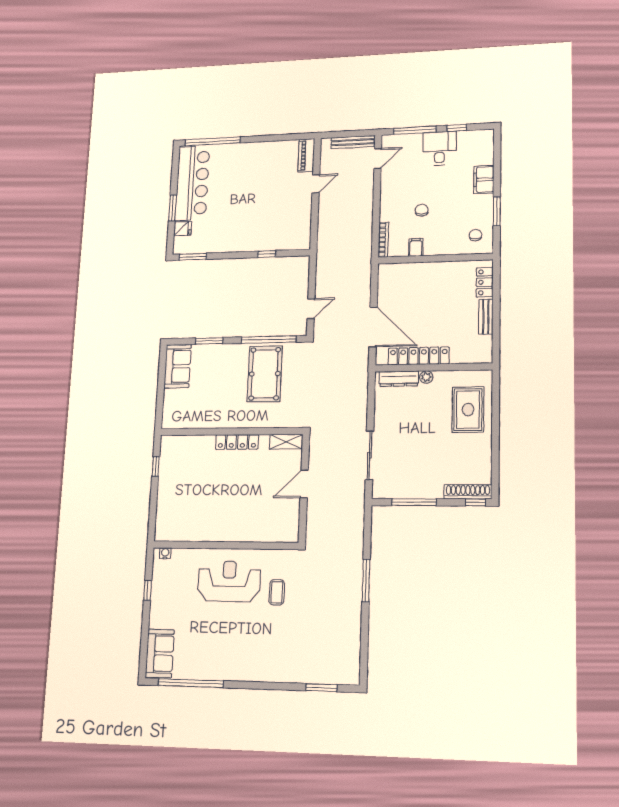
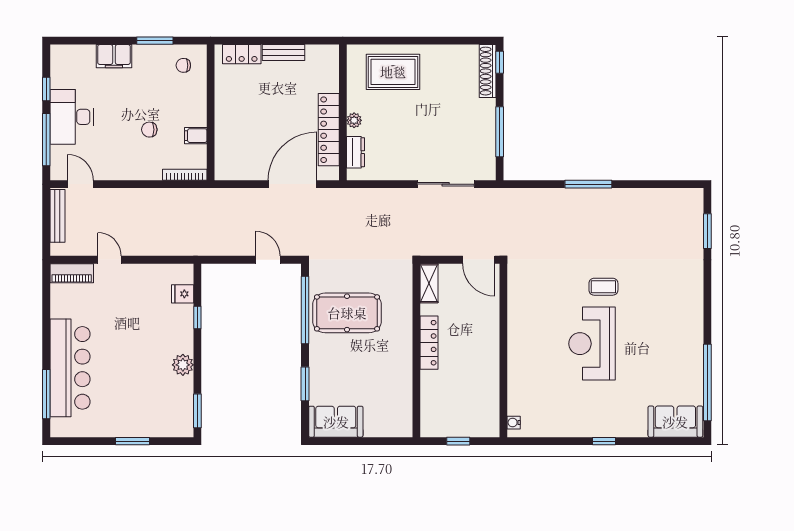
window: (213, 141) -> (46, 394), width x0.68
desk: (440, 148) -> (72, 117), width x1.37
bar counter: (192, 183) -> (70, 368), moved, turned 90
fridge: (183, 229) -> (183, 294), moved, turned -90
plant: (230, 244) -> (183, 365), added
dresser: (399, 379) -> (356, 152), width x0.70
wall: (225, 545) -> (503, 350), moved
water cooler: (165, 553) -> (514, 423), moved

